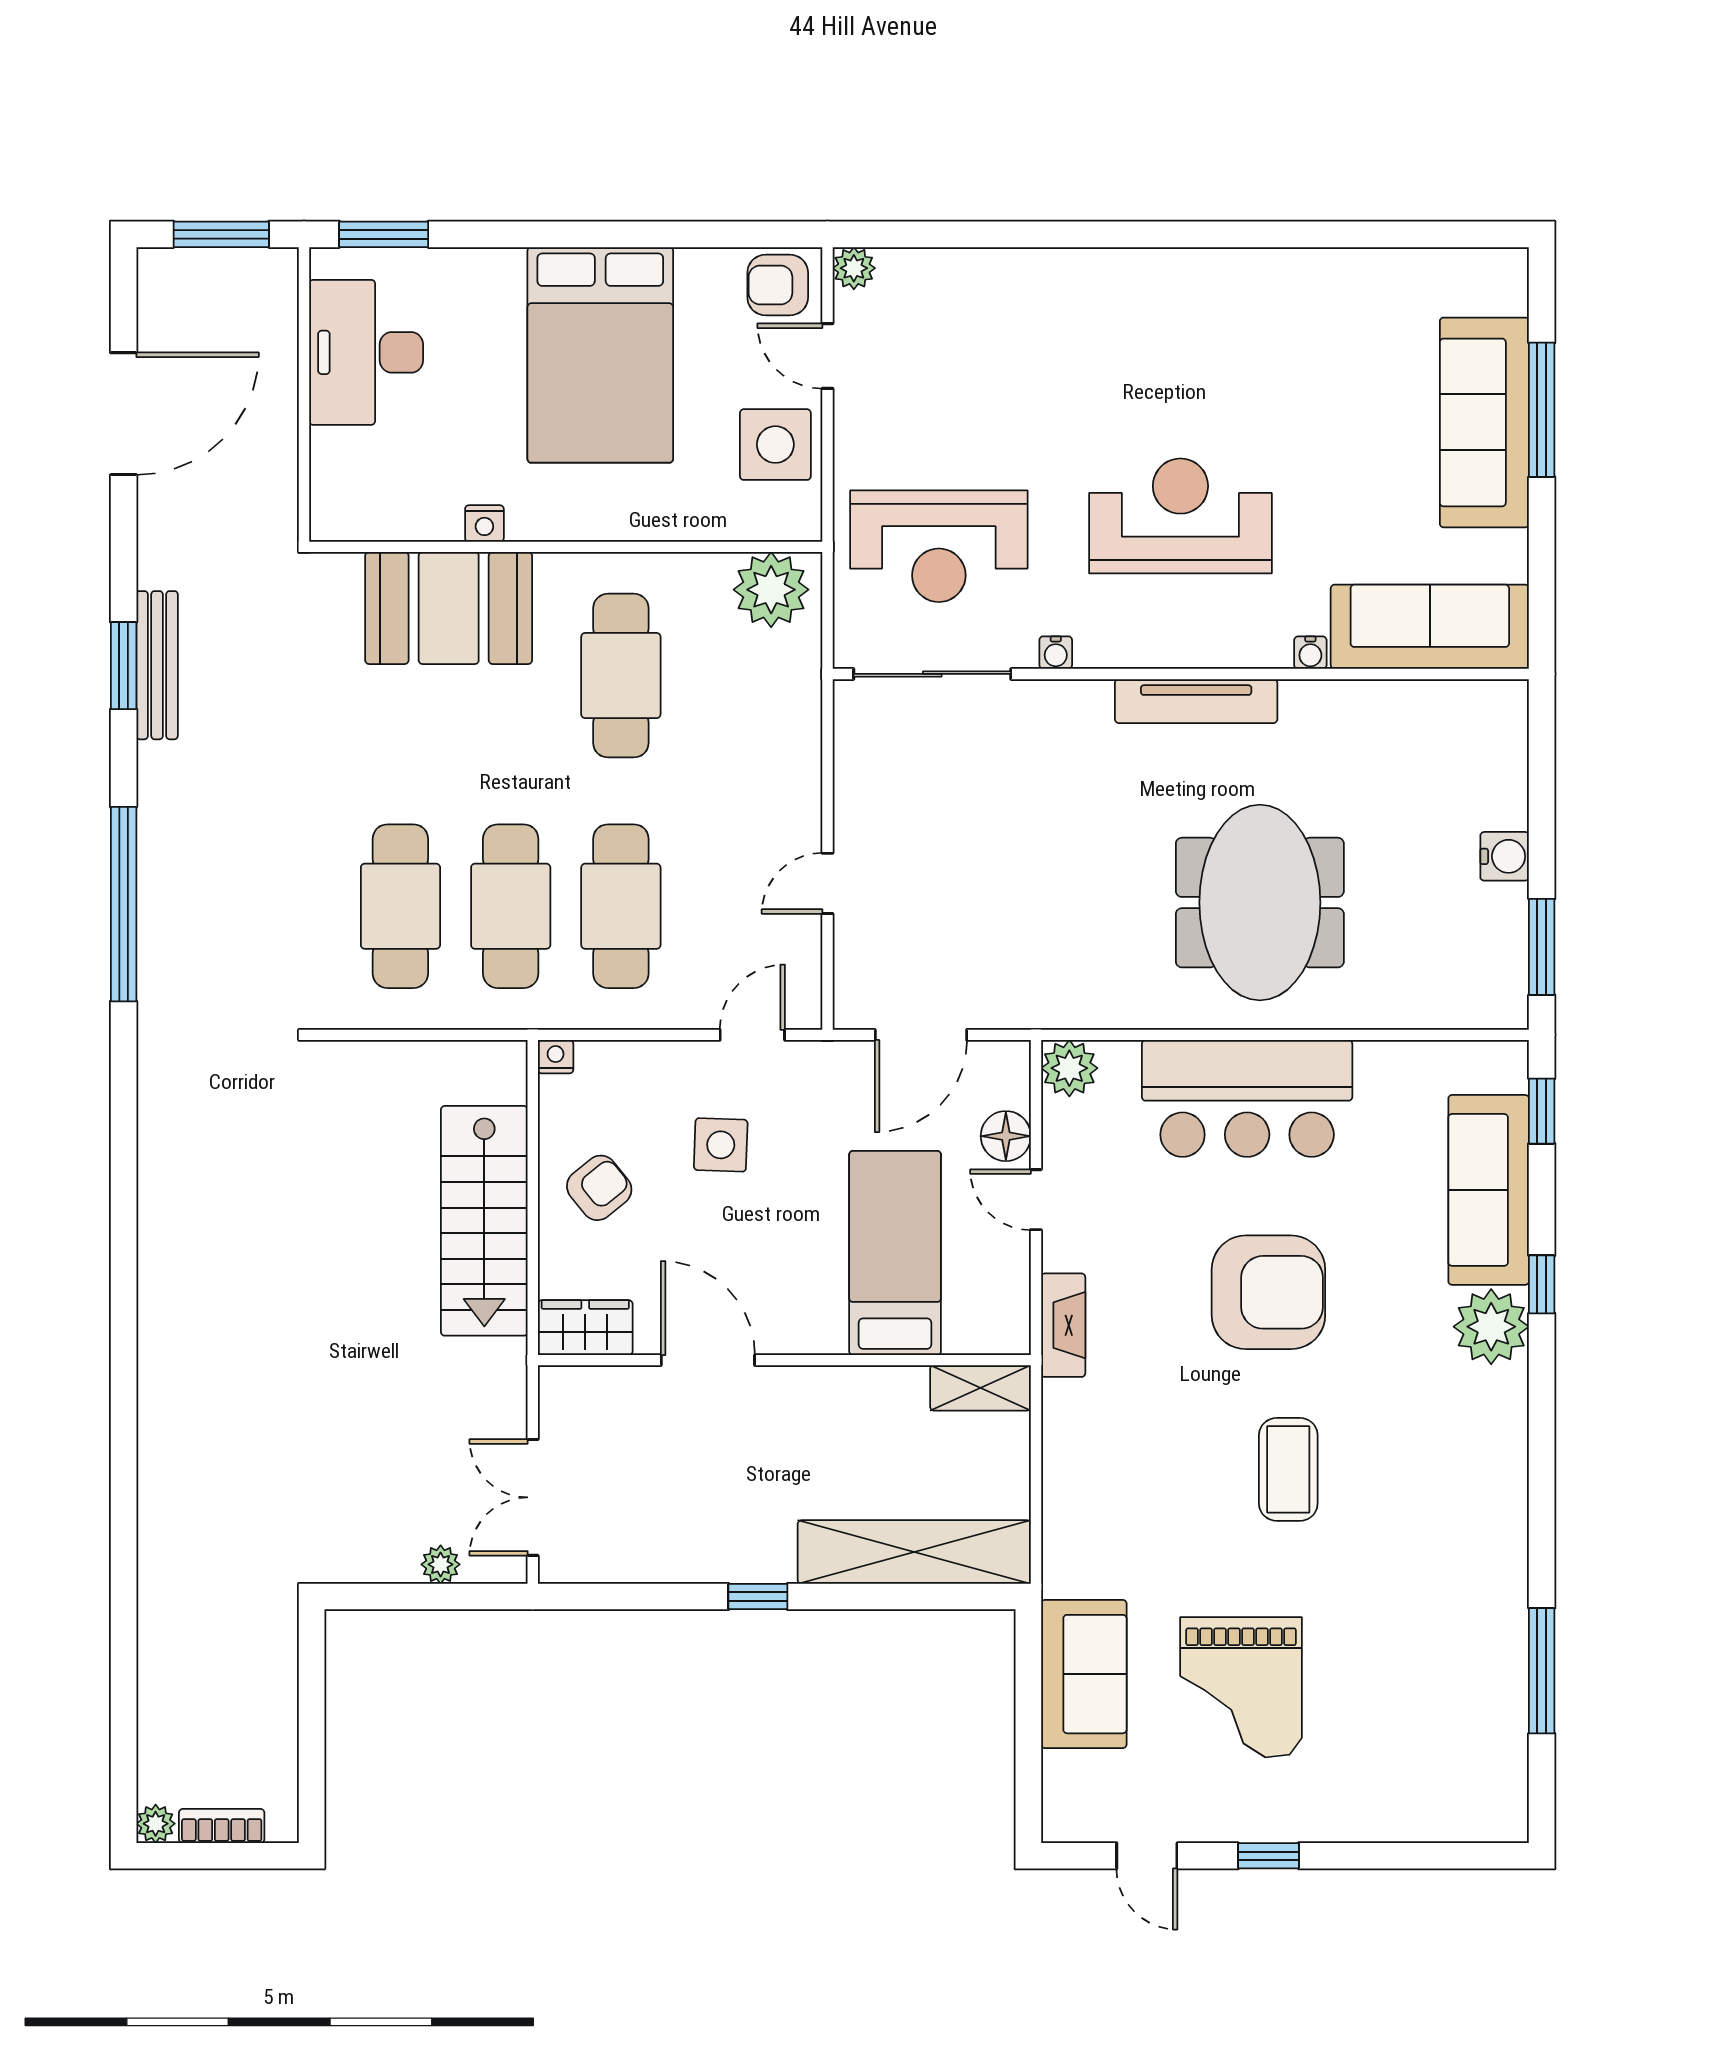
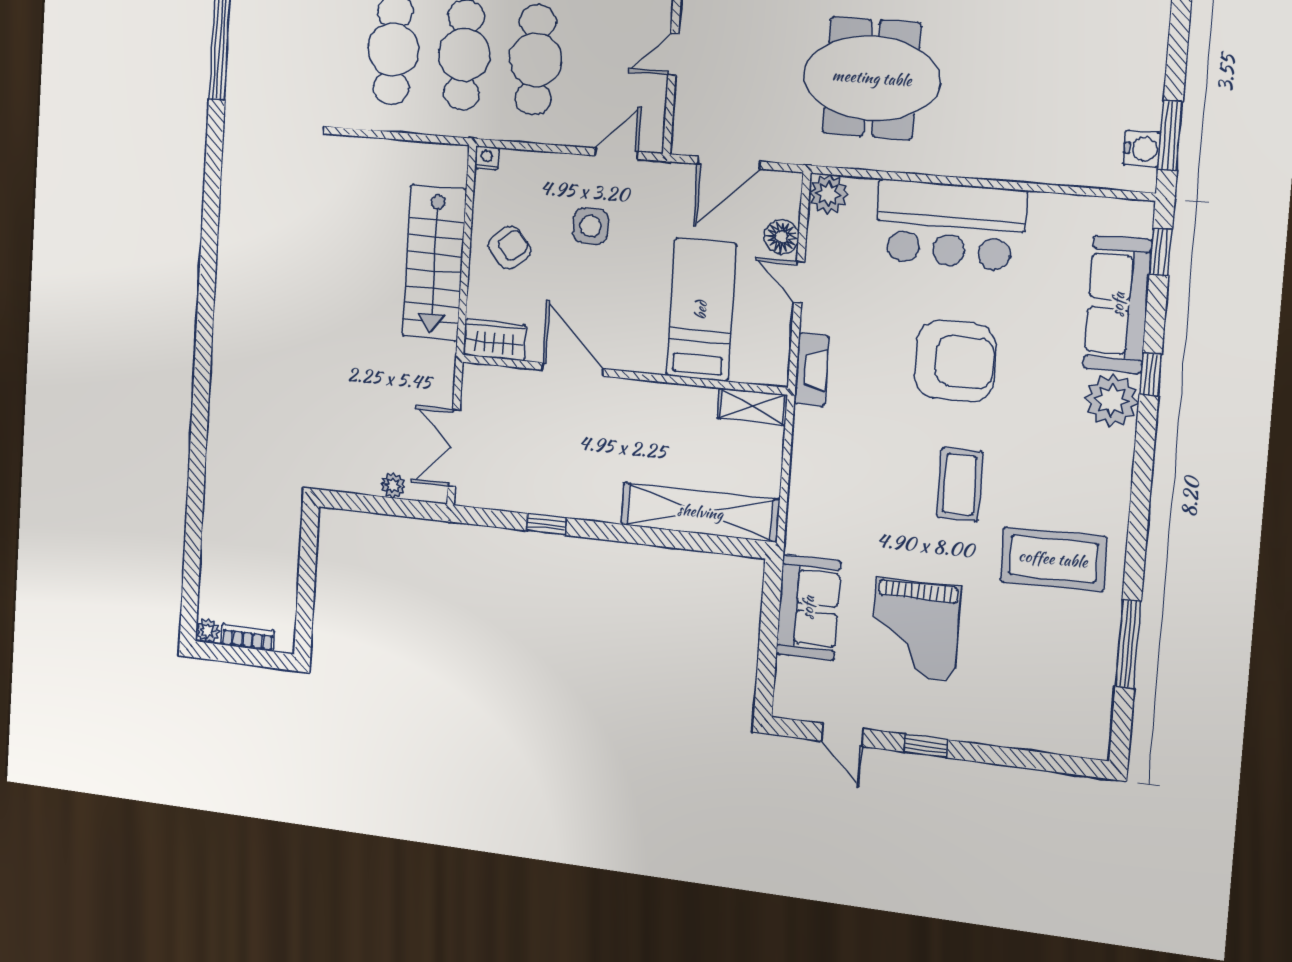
water cooler: (1505, 856) -> (1142, 149), moved
meeting table: (1260, 903) -> (872, 78), moved, turned 90
coffee table: (1428, 1562) -> (1053, 559), added
window: (758, 1597) -> (546, 524), moved

